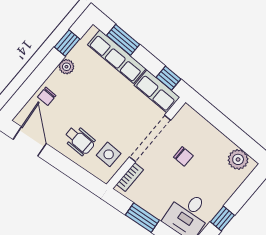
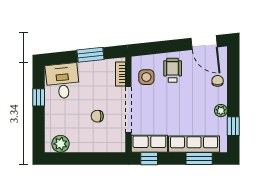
wheelchair: (80, 140) -> (173, 70), turned 90

